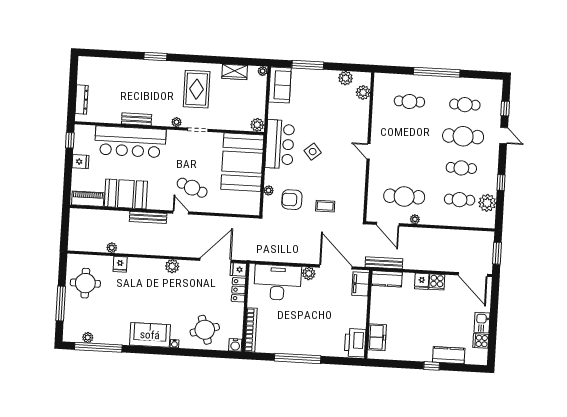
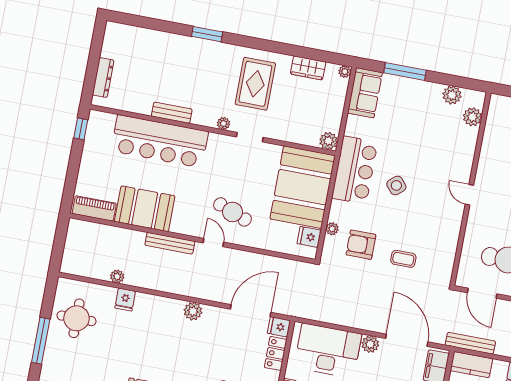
fridge: (80, 162) -> (309, 237), moved, turned 180

